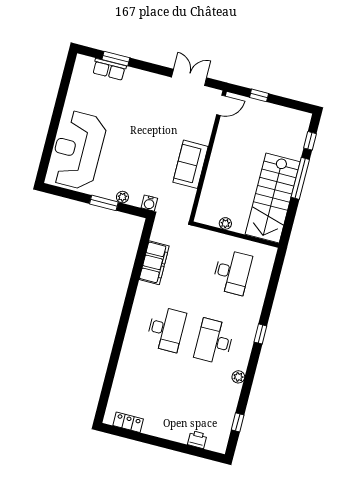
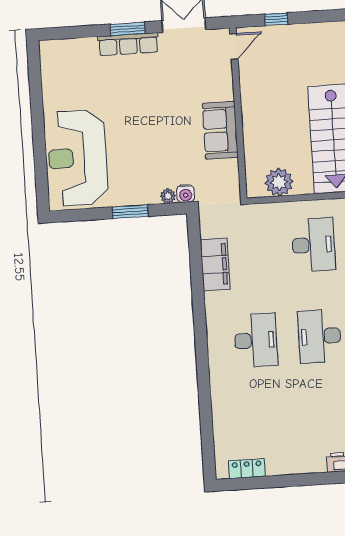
window: (116, 59) -> (128, 29), moved
row of seats: (109, 69) -> (128, 44), moved, width x1.48
plant: (122, 197) -> (168, 196), moved
plant: (225, 223) -> (279, 182), width x1.88, depth x1.88

